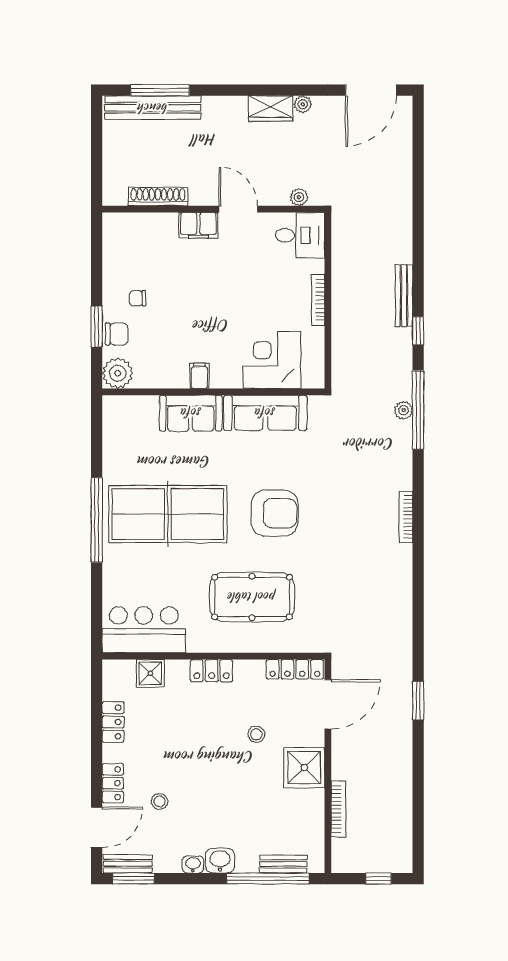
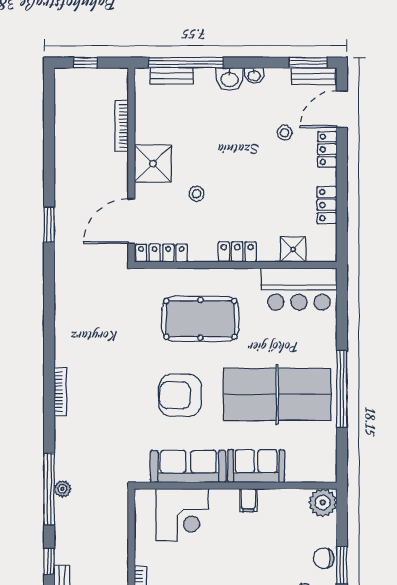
corner desk: (272, 360) -> (182, 515), moved
plant: (118, 373) -> (323, 503), moved
filing cabinet: (199, 376) -> (248, 500), moved
wall: (213, 392) -> (236, 486), moved
sofa: (191, 413) -> (256, 466), moved
sofa: (265, 413) -> (188, 466), moved

